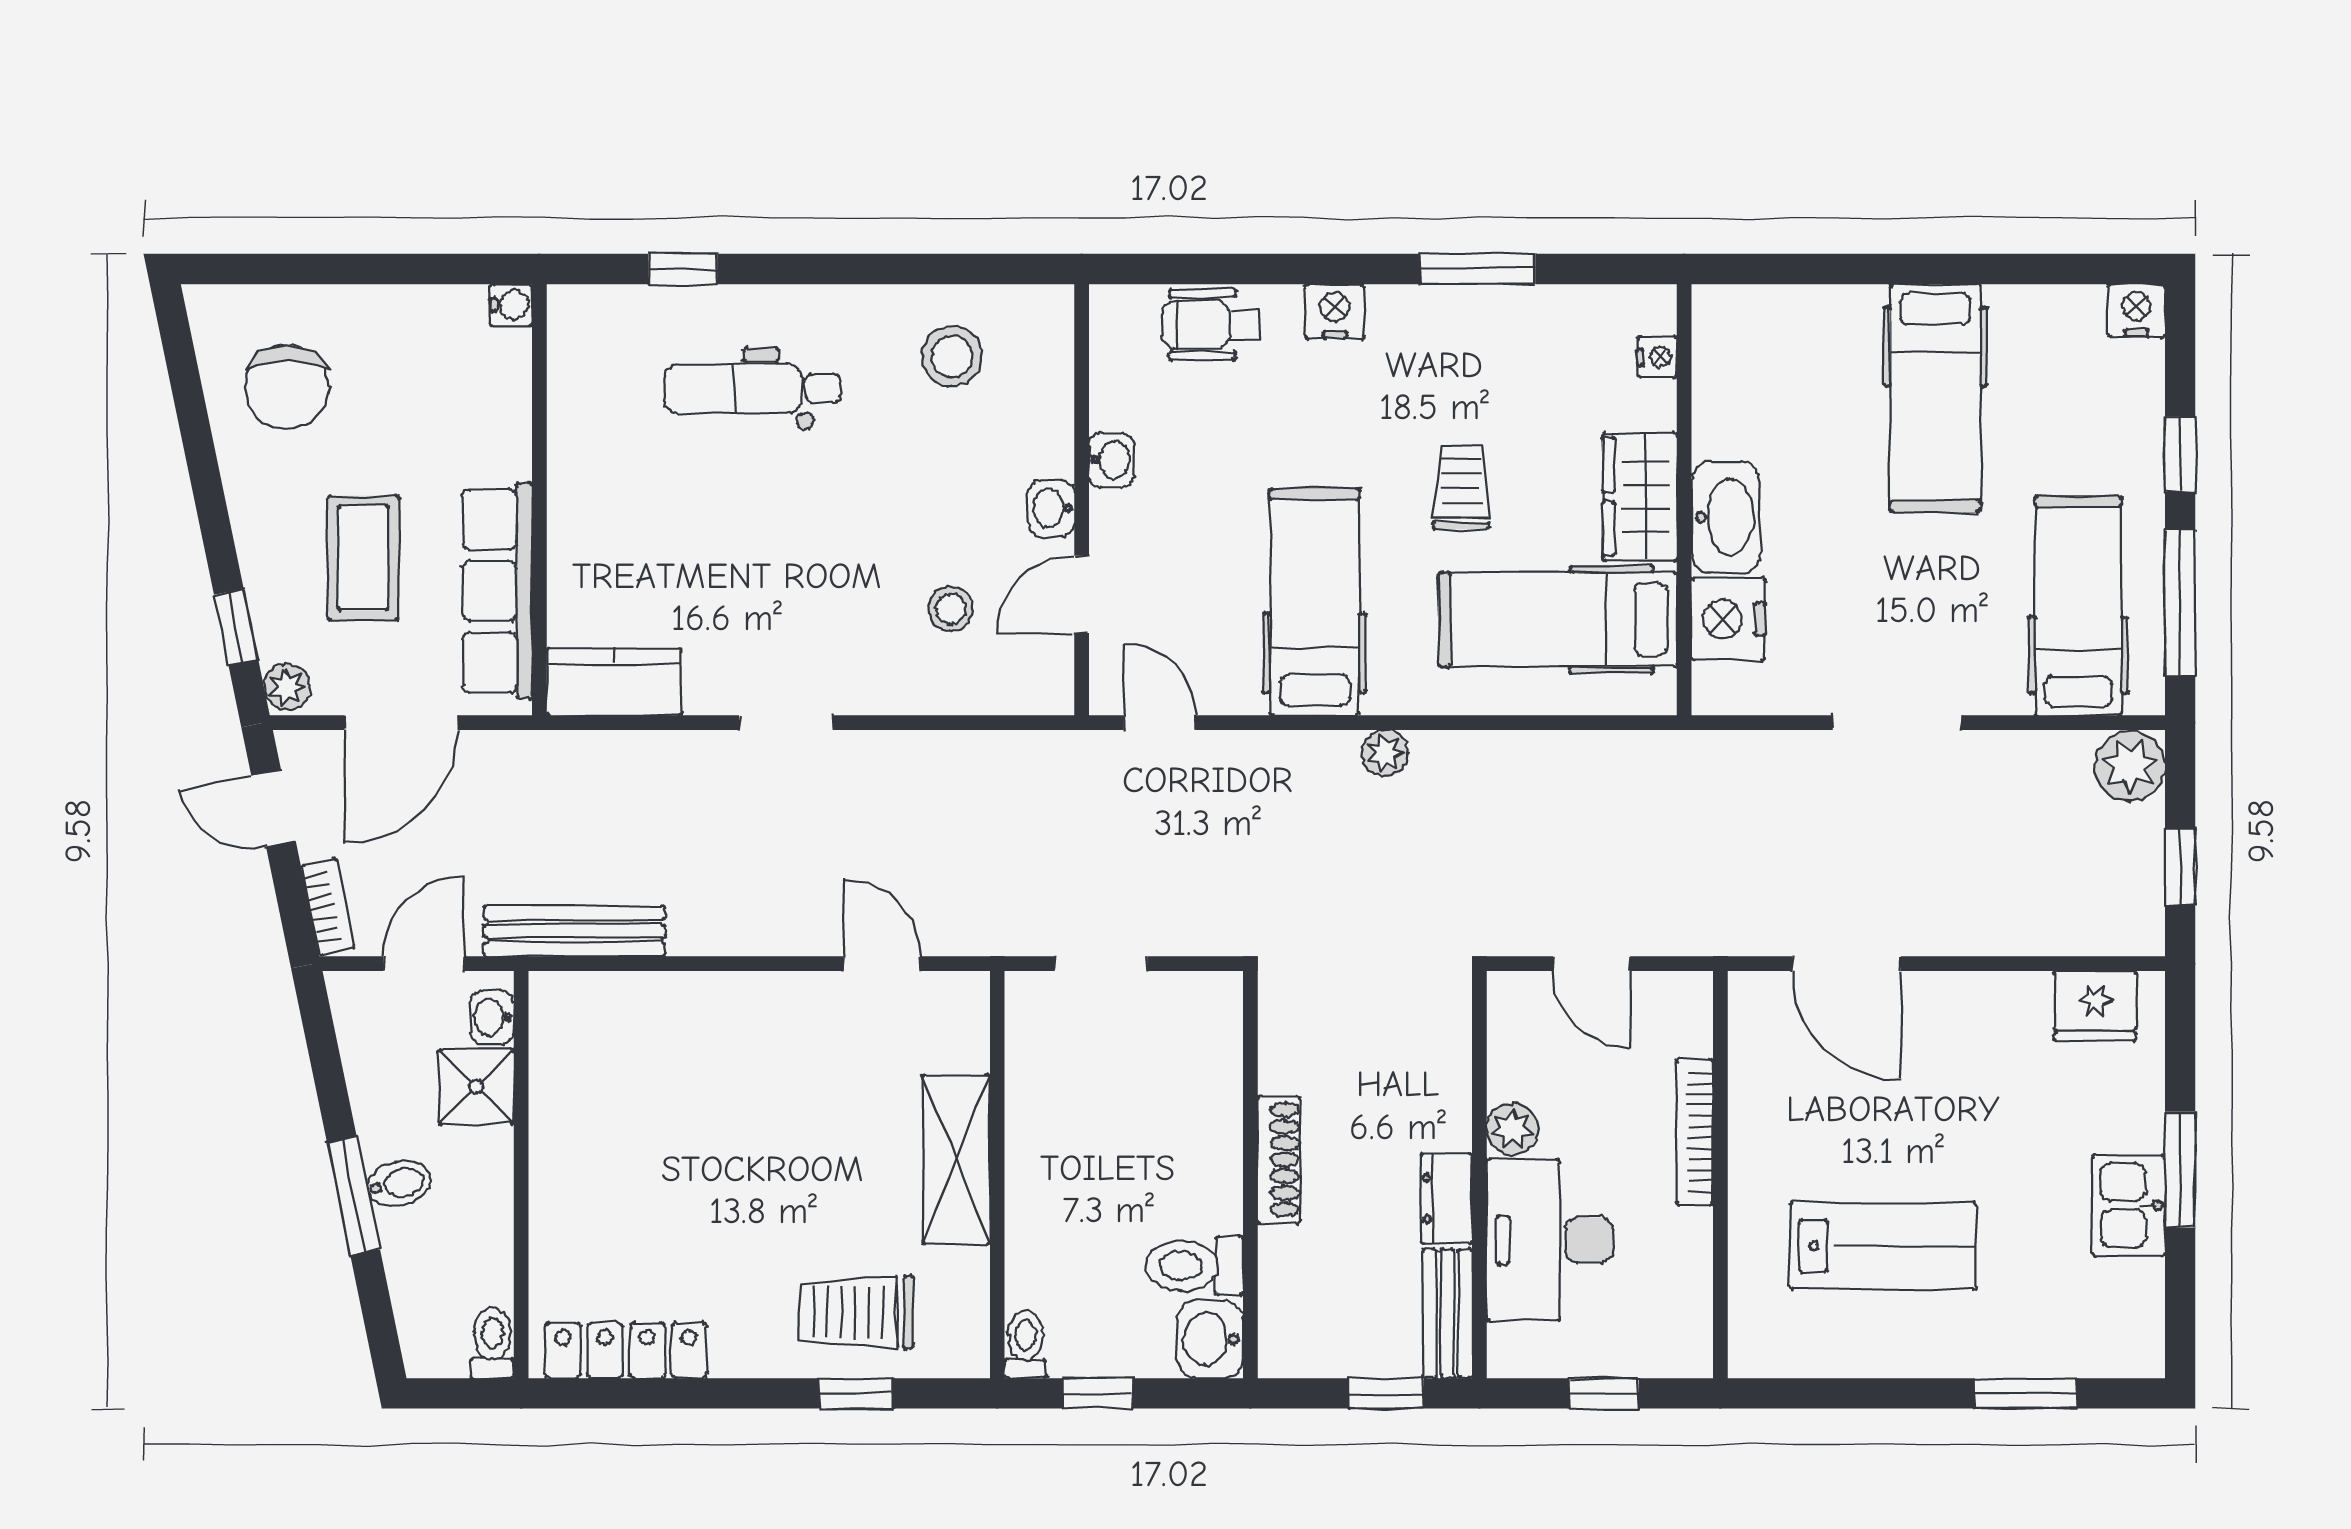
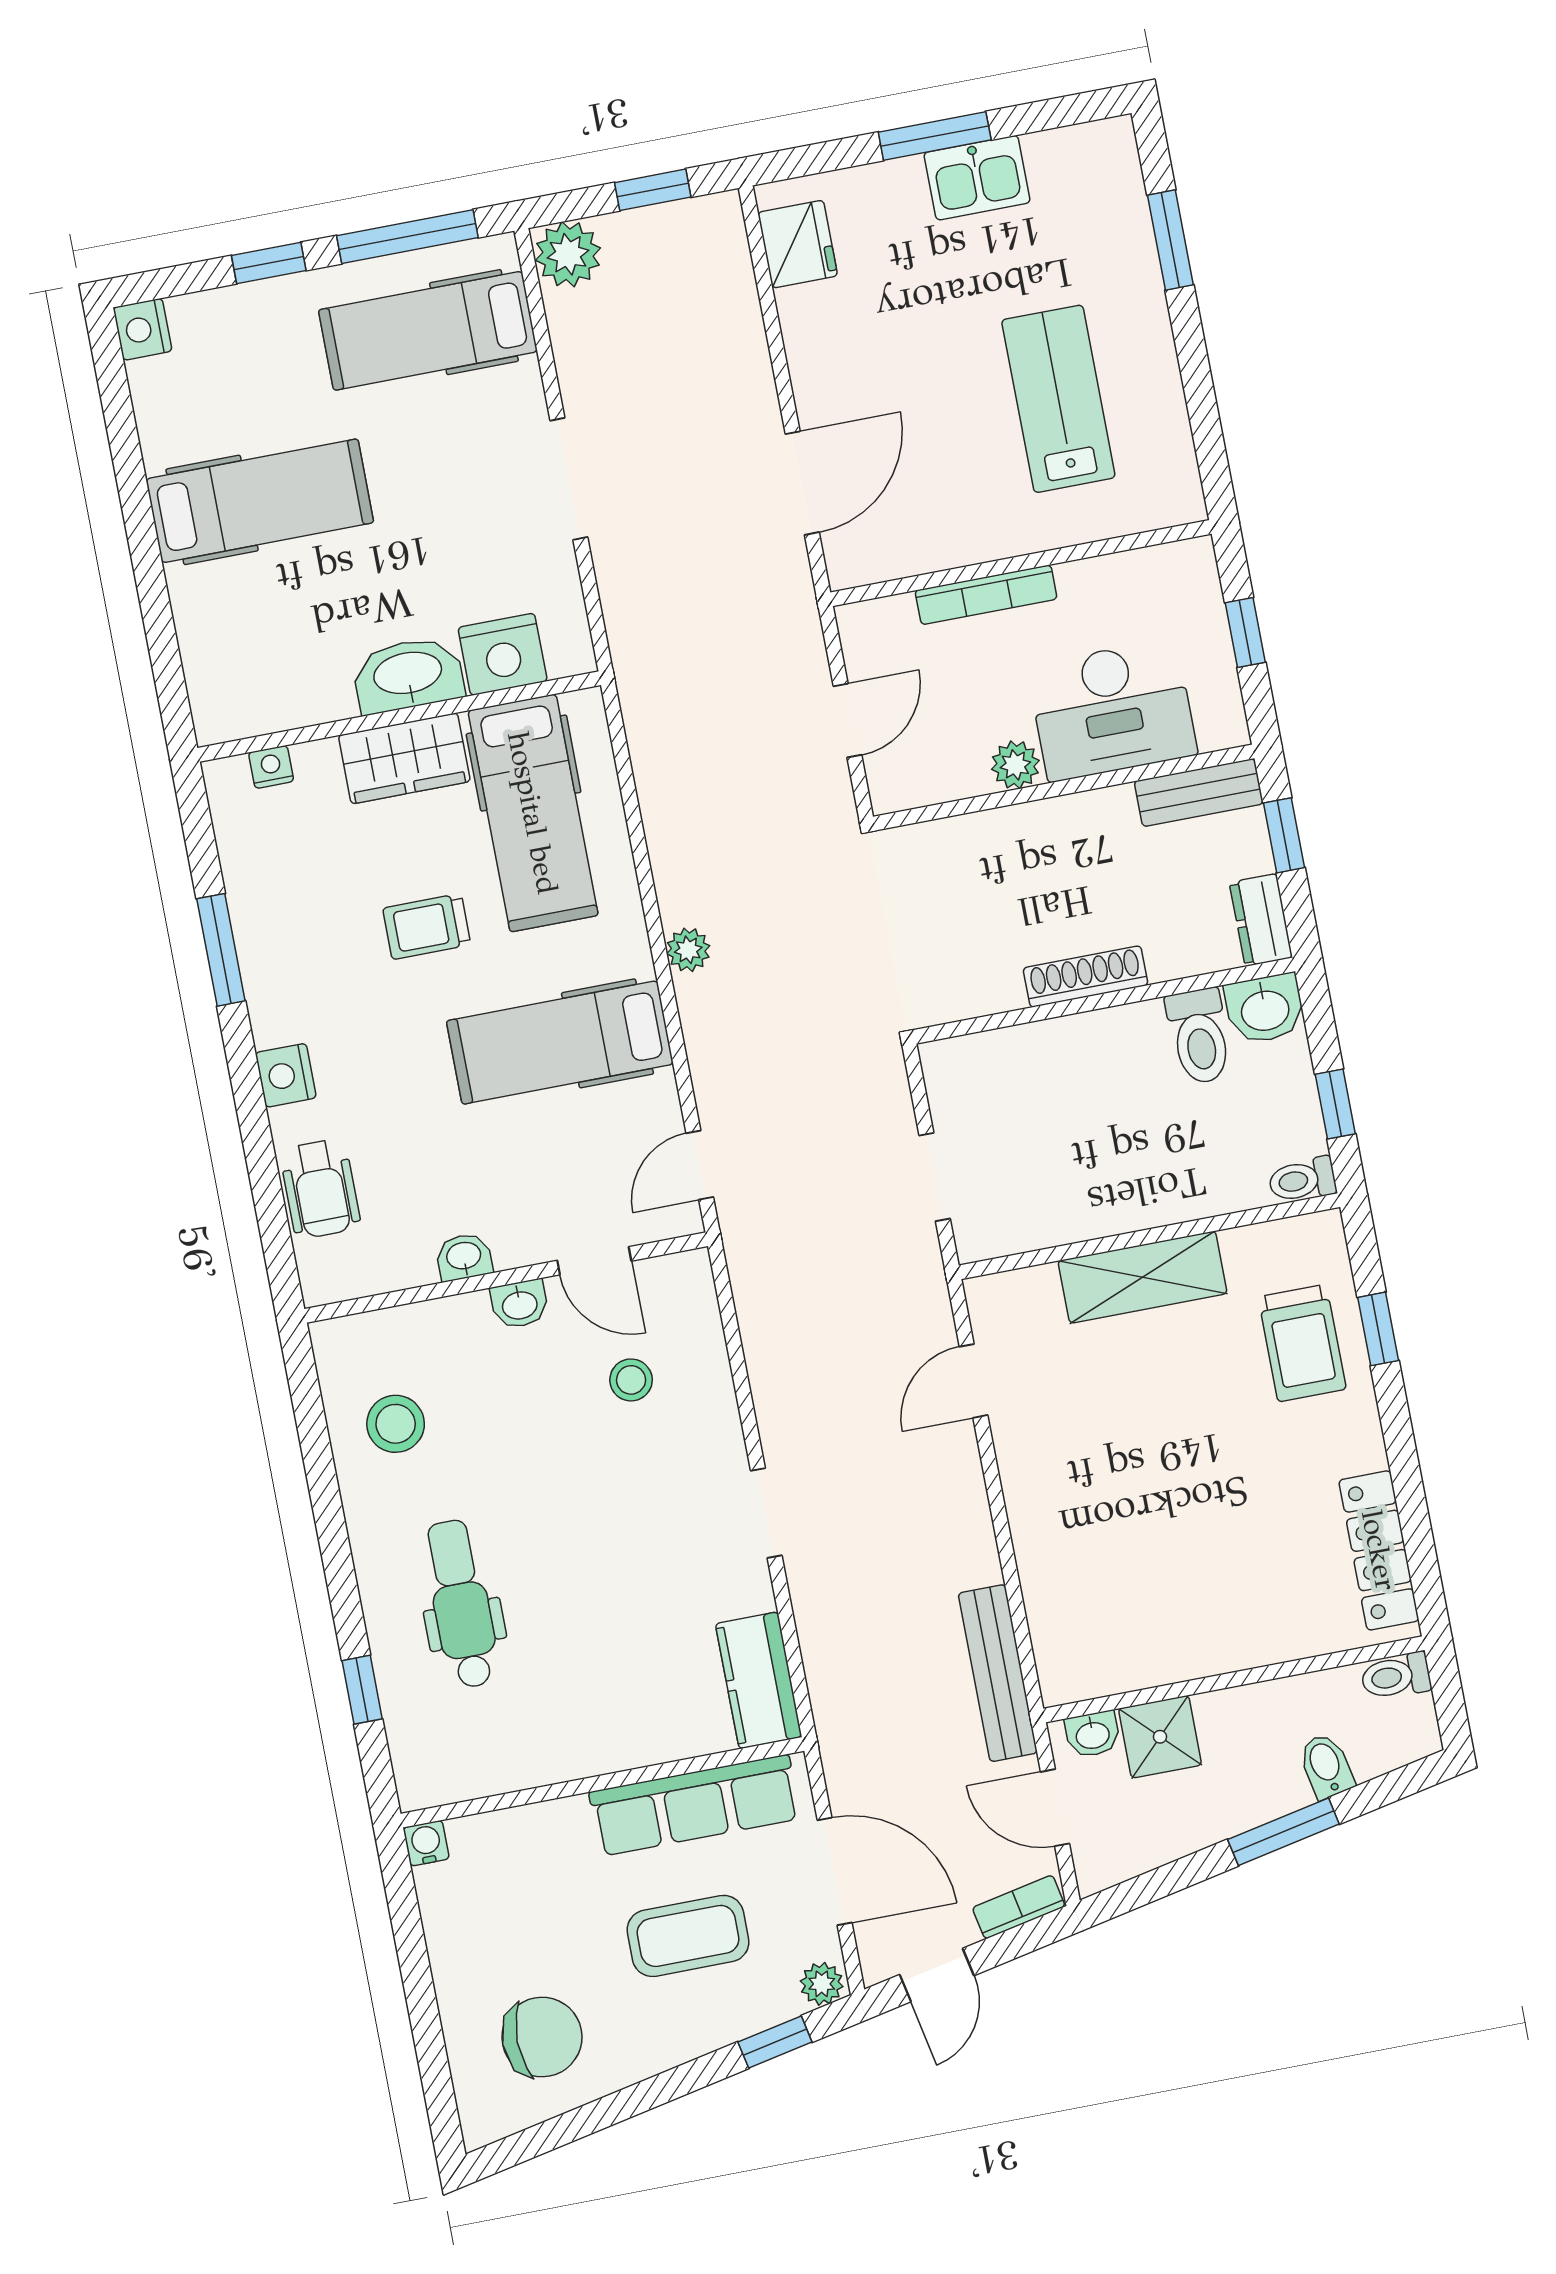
dental chair: (752, 389) -> (461, 1604), turned 180
bidet: (399, 1183) -> (1326, 1766), moved
dresser: (1447, 1199) -> (1261, 920), moved, turned 90

